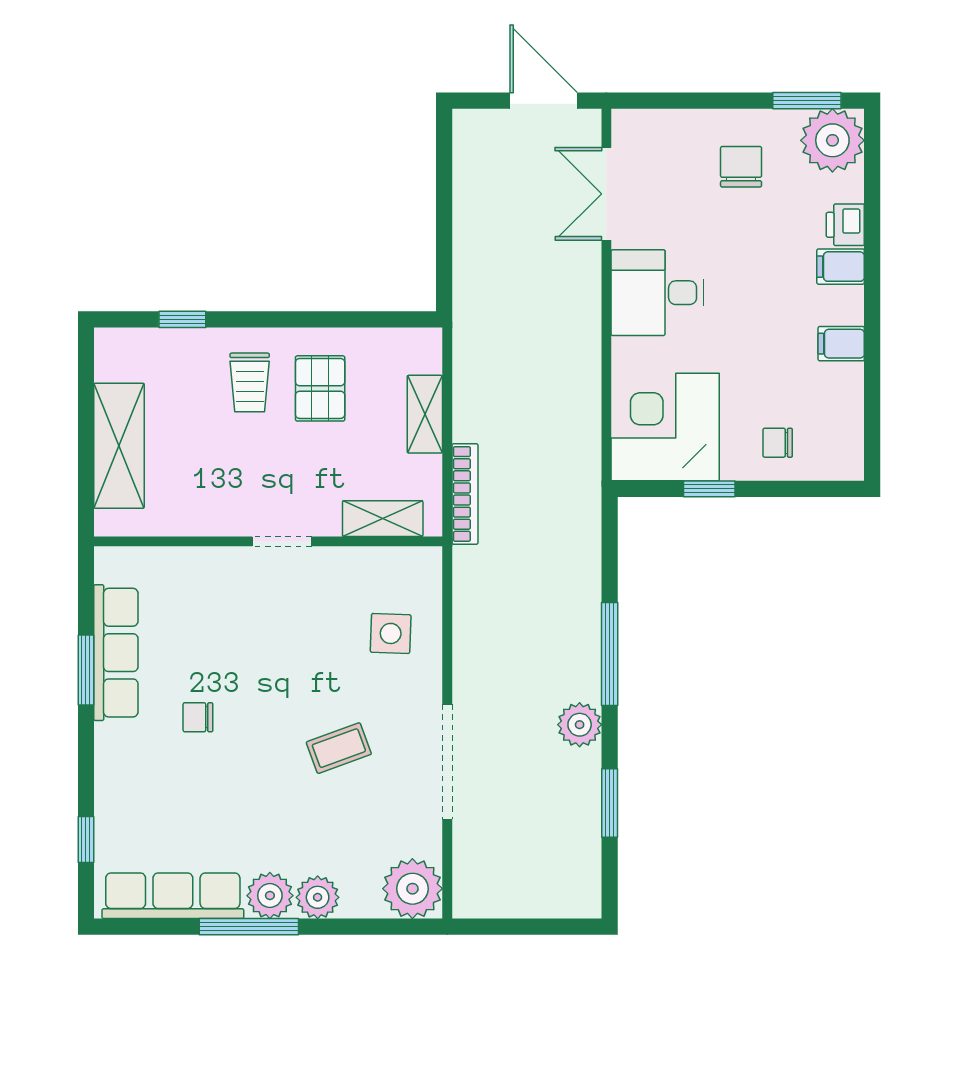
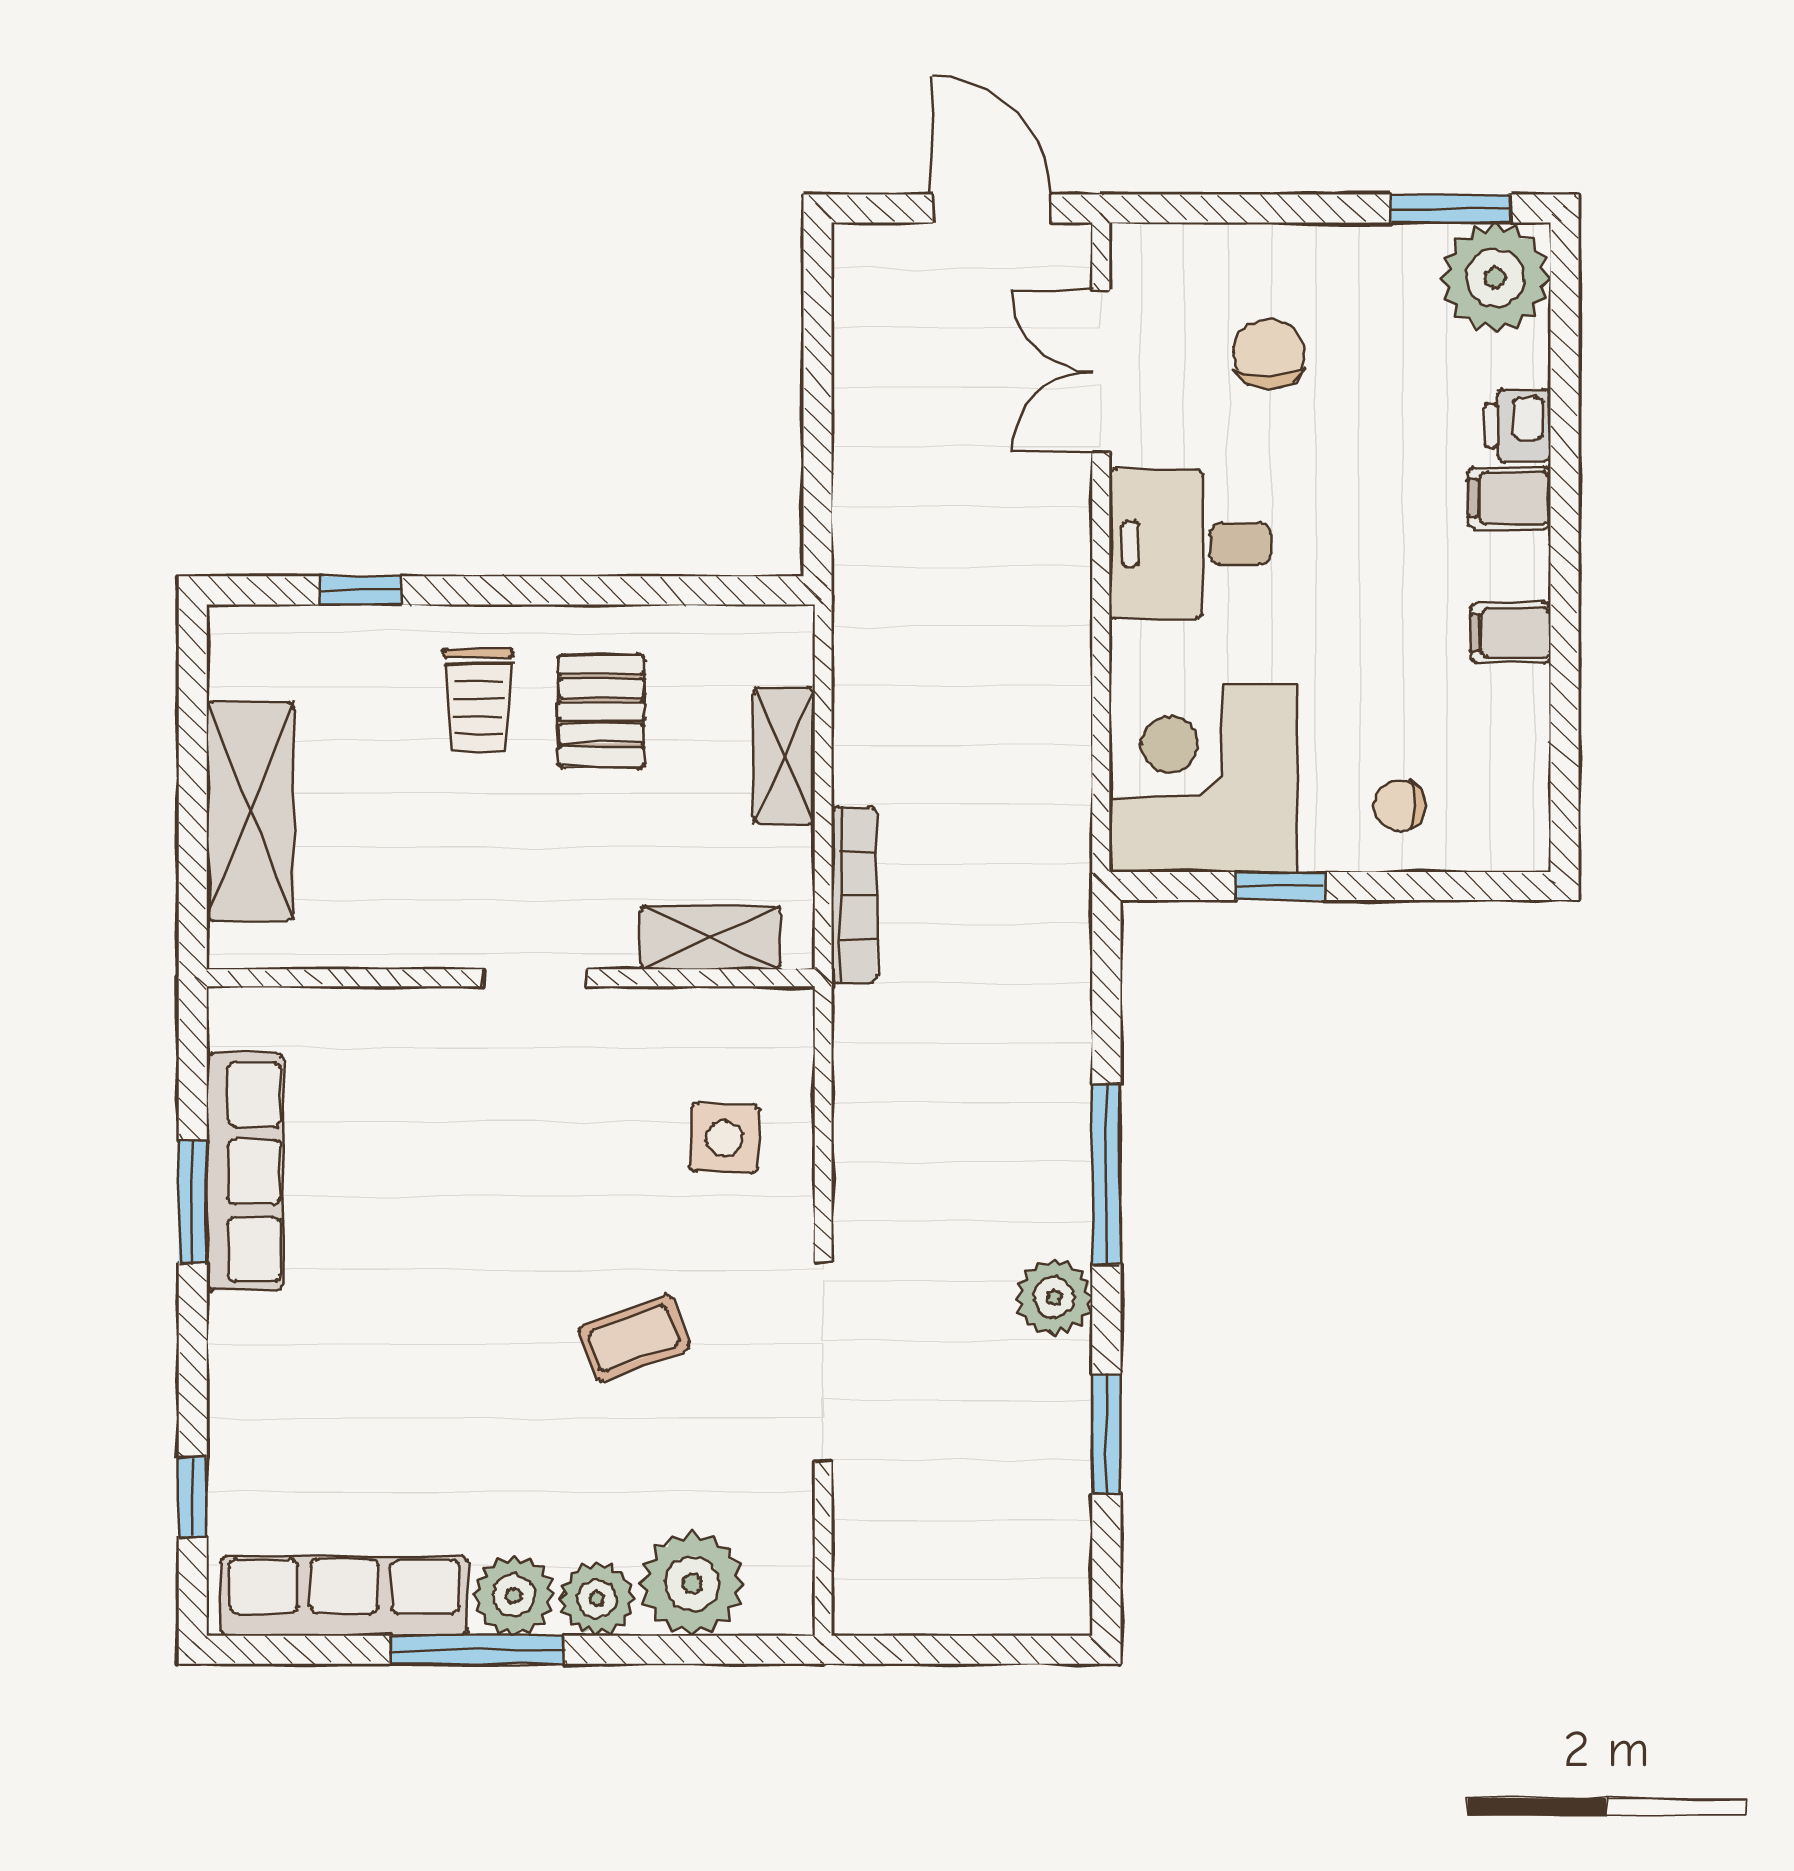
chair: (741, 167) -> (1269, 354), moved
chair: (198, 717) -> (388, 1284), removed
plant: (412, 889) -> (692, 1584), moved

